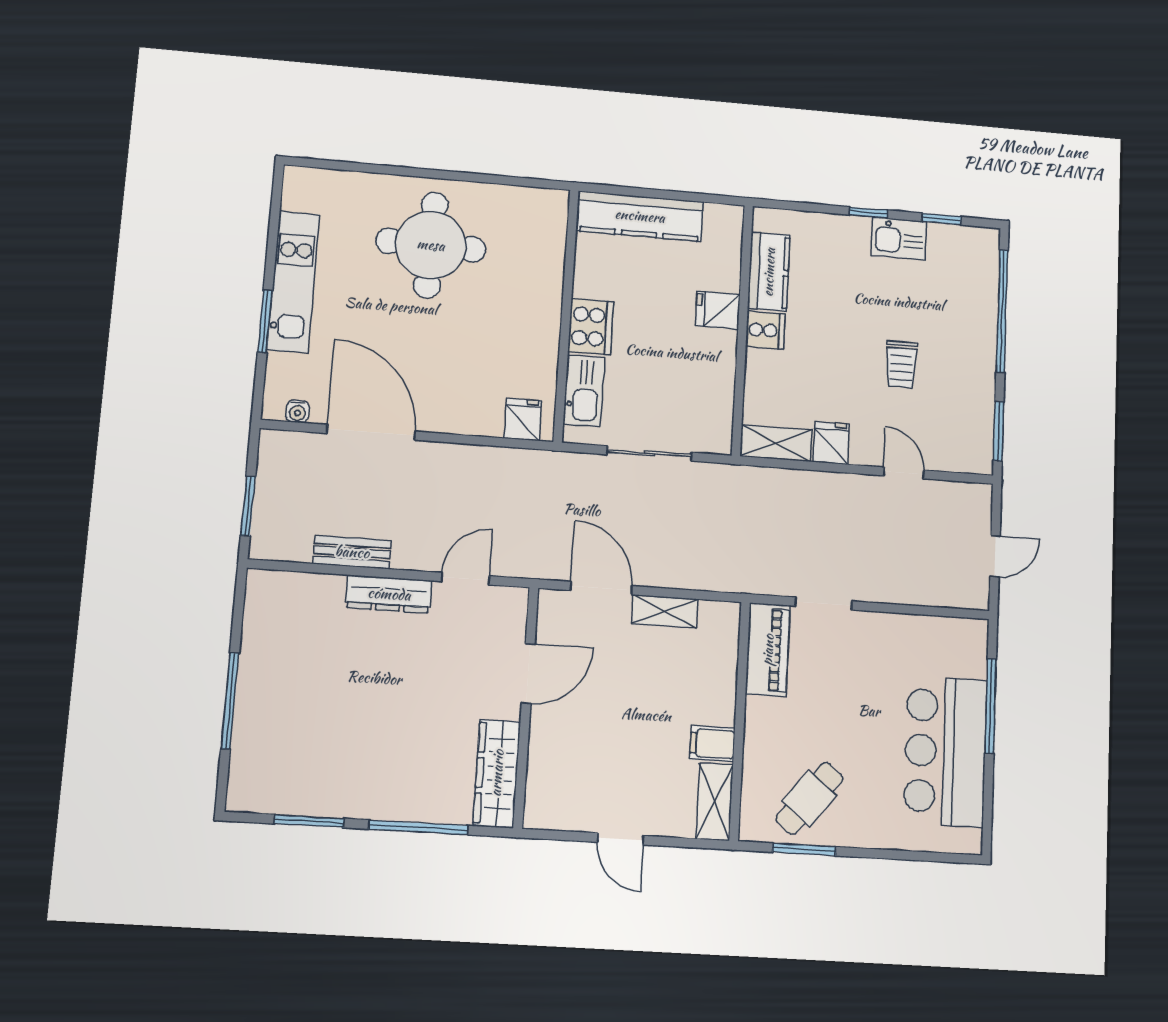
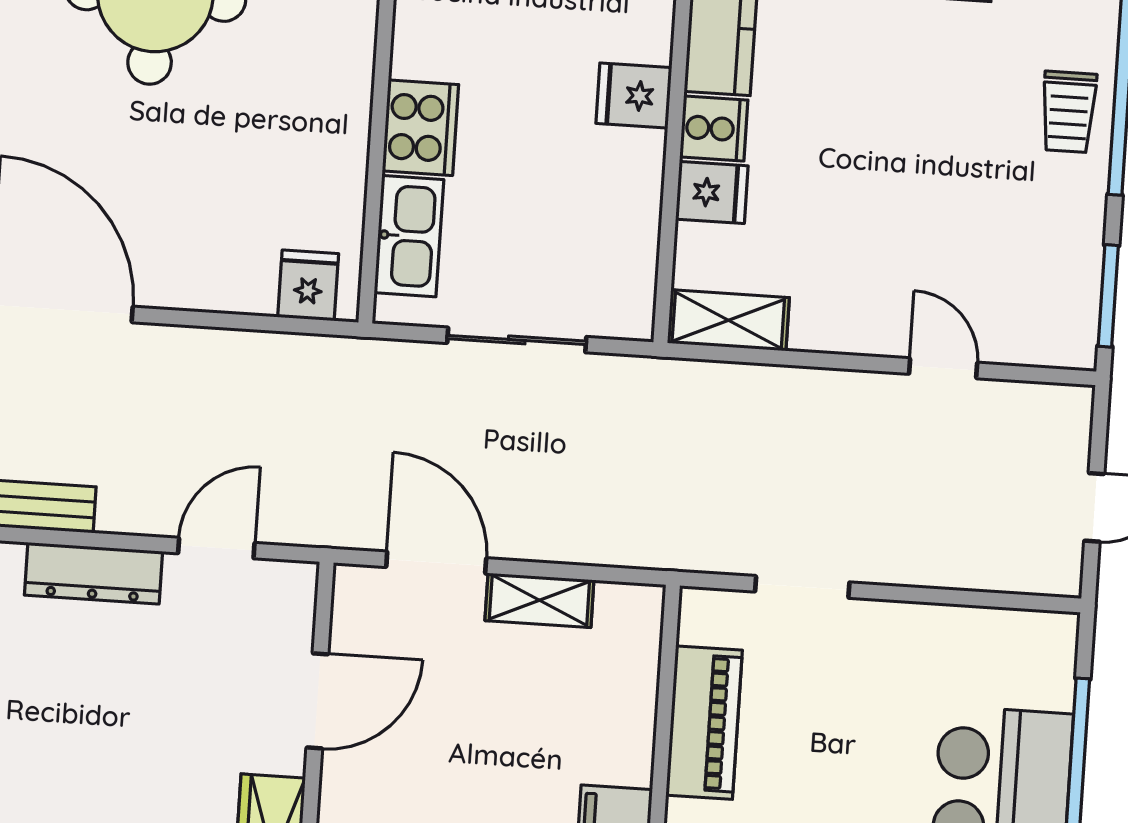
trolley: (901, 365) -> (1069, 112), moved
fridge: (831, 443) -> (712, 192), moved, turned 90
piano: (768, 650) -> (704, 723), moved

